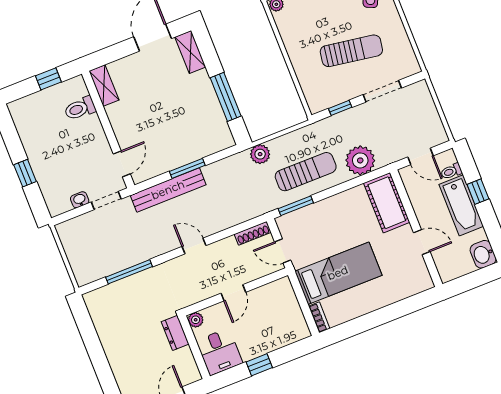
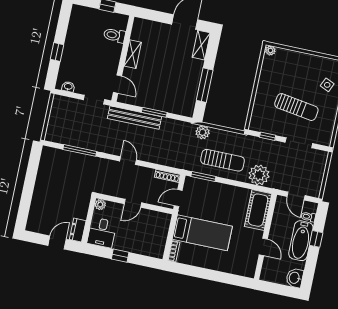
shelving: (104, 85) -> (133, 54), moved
door: (122, 164) -> (117, 84), hinge flipped
washbasin: (80, 200) -> (68, 87), moved
door: (283, 251) -> (178, 198), hinge flipped
dresser: (175, 333) -> (78, 230), moved

